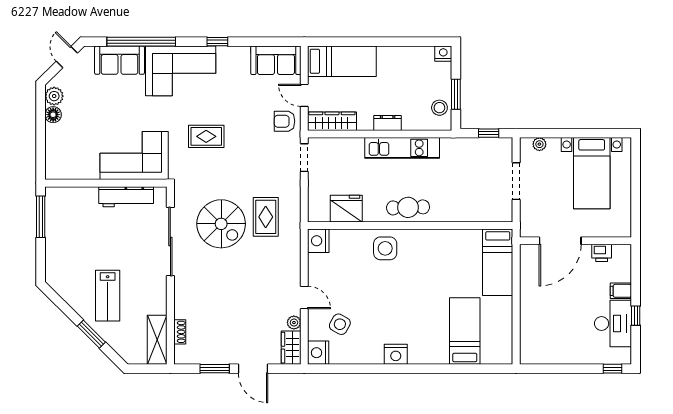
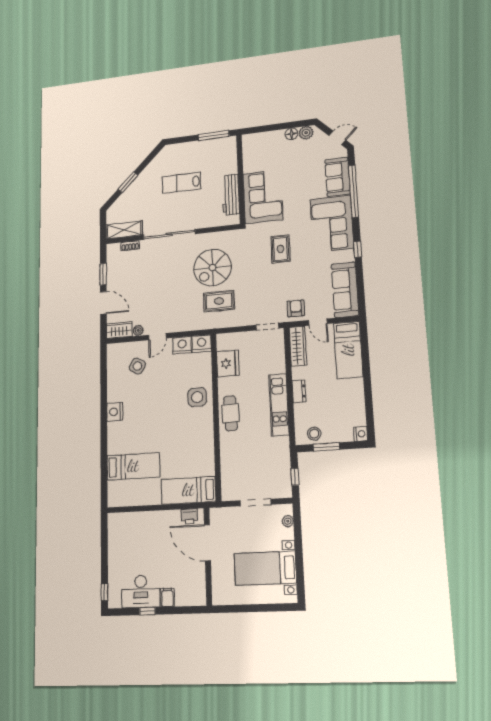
sofa: (276, 60) -> (345, 290), width x1.36
door: (304, 95) -> (318, 322), swing flipped
sliding door: (170, 242) -> (169, 234), moved
printer: (602, 253) -> (189, 516), moved, turned -90
lab bench: (108, 296) -> (181, 183), moved
nightstand: (318, 353) -> (182, 345), moved
door: (253, 369) -> (103, 303), swing flipped

